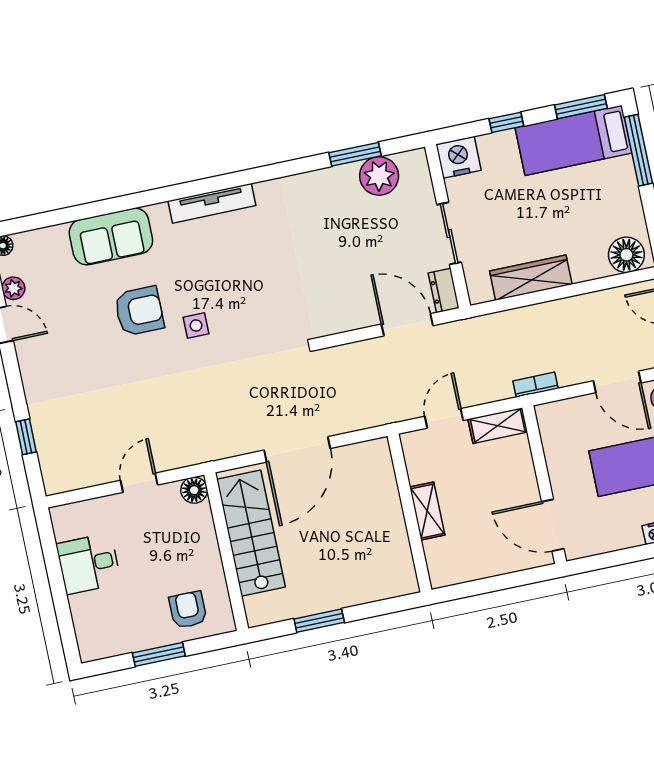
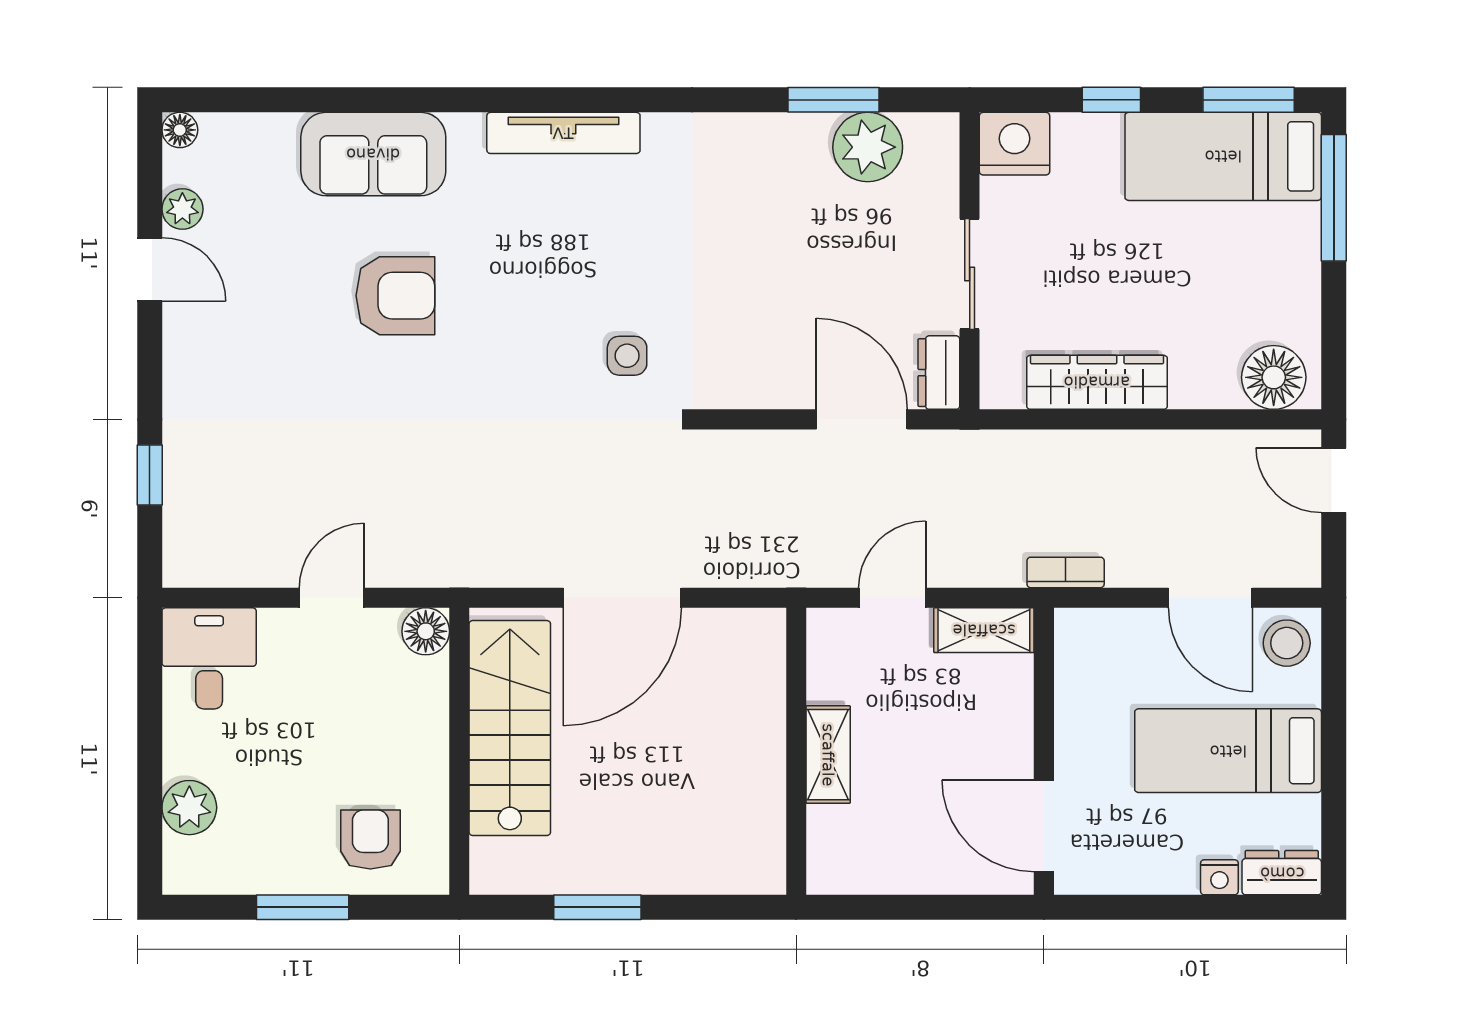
side table: (196, 326) -> (627, 356), moved
desk: (89, 564) -> (209, 658), moved, turned 90
plant: (86, 613) -> (189, 808), added

